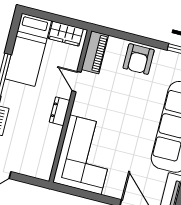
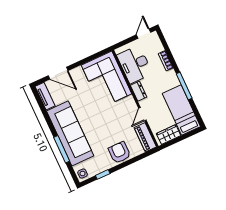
door: (77, 82) -> (142, 114), swing flipped
desk: (39, 146) -> (135, 64), added

